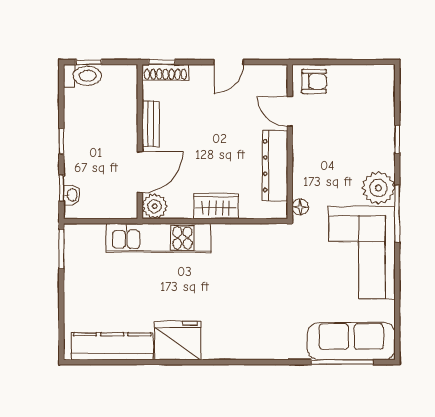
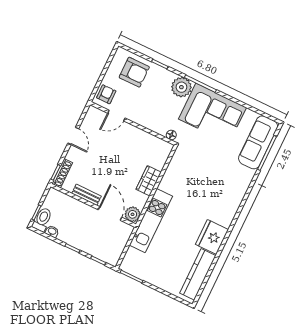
armchair: (367, 107) -> (134, 72), added
dresser: (275, 166) -> (142, 138), removed
washbasin: (72, 195) -> (52, 231), moved

